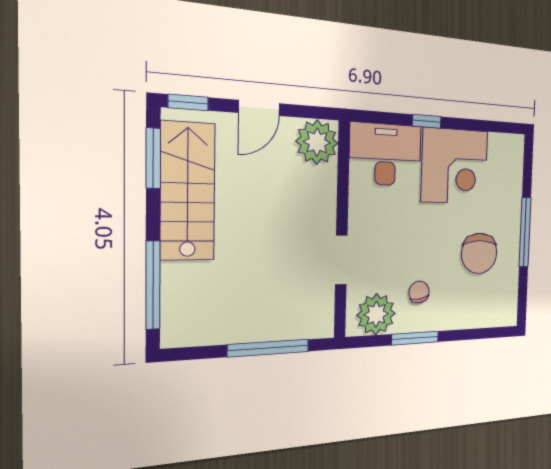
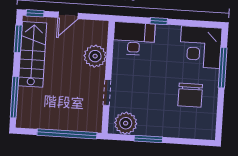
plant: (317, 142) -> (95, 56), moved
corner desk: (455, 166) -> (201, 47), moved, turned 90
window: (525, 232) -> (223, 68), moved
chair: (419, 292) -> (151, 114), removed
window: (269, 348) -> (67, 134), width x1.46

